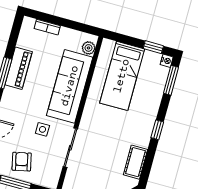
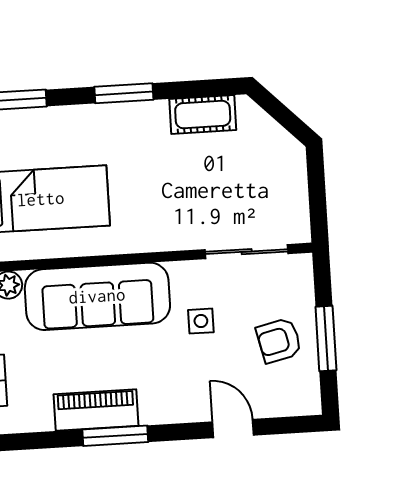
window: (157, 130) -> (124, 93), width x1.50
sliding door: (70, 148) -> (247, 252), moved

